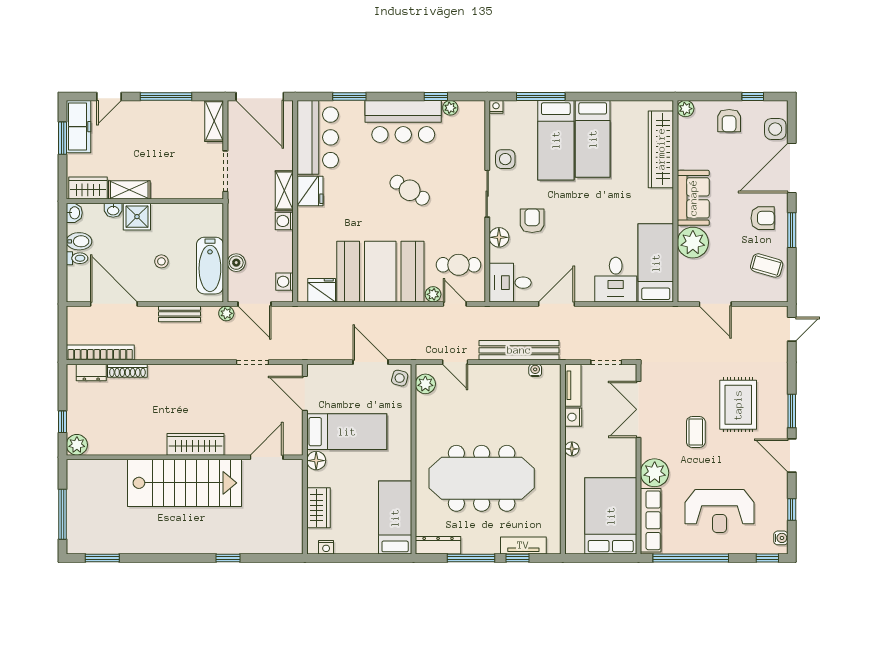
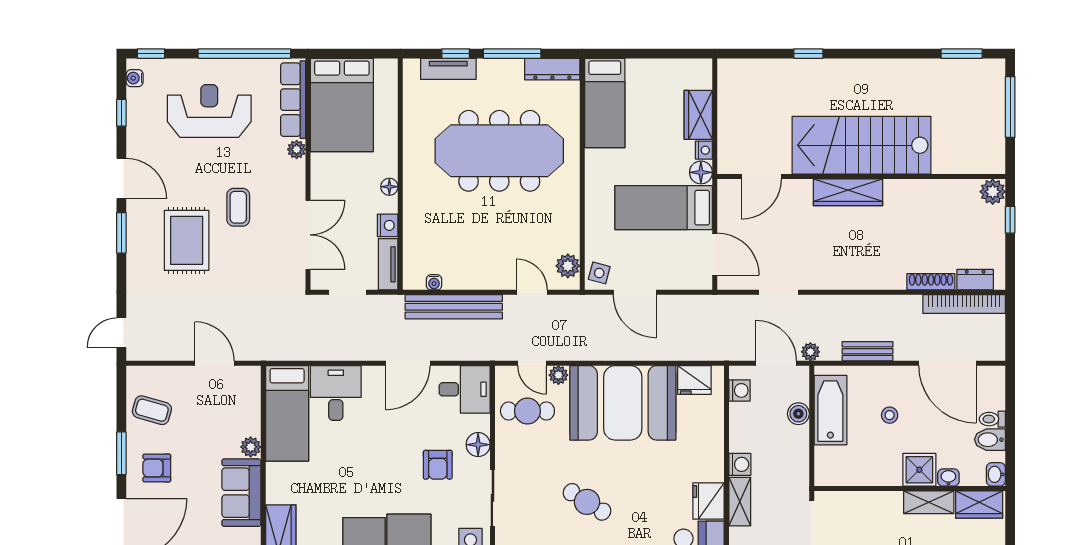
plant: (693, 243) -> (251, 447), width x0.53, depth x0.53
plant: (655, 473) -> (297, 149), width x0.53, depth x0.53
nightstand: (326, 547) -> (704, 150), moved, turned 90

